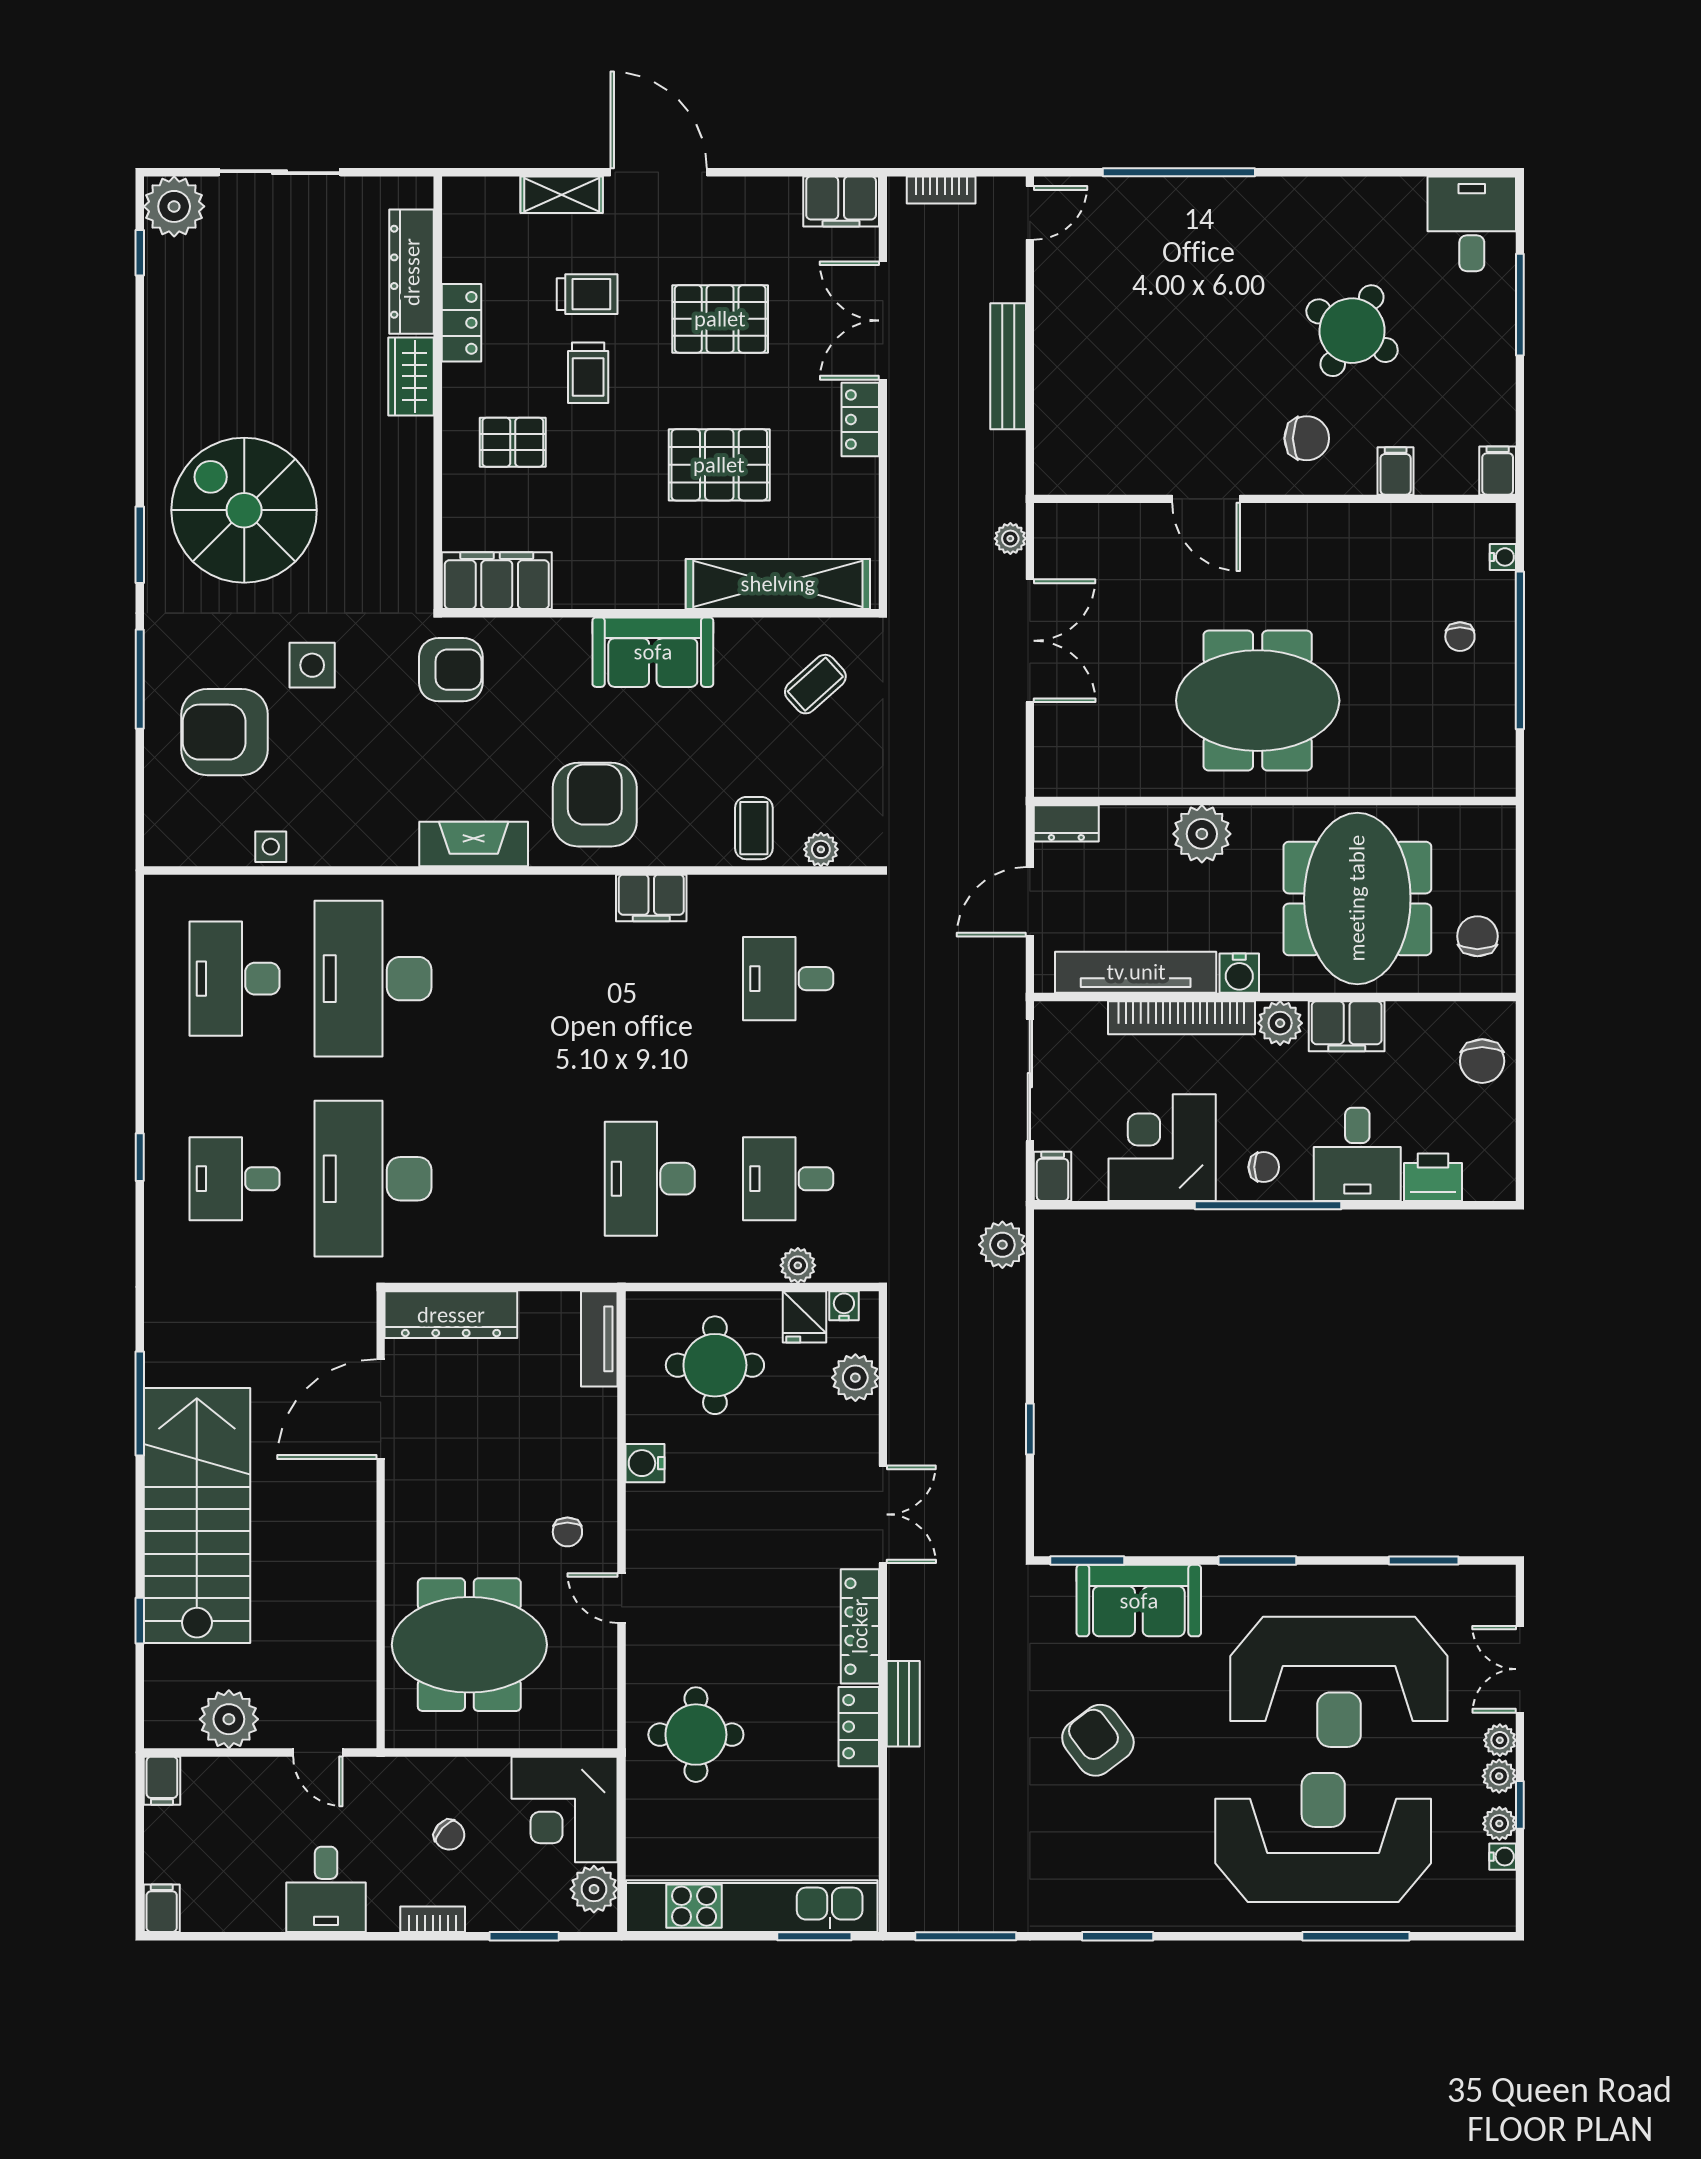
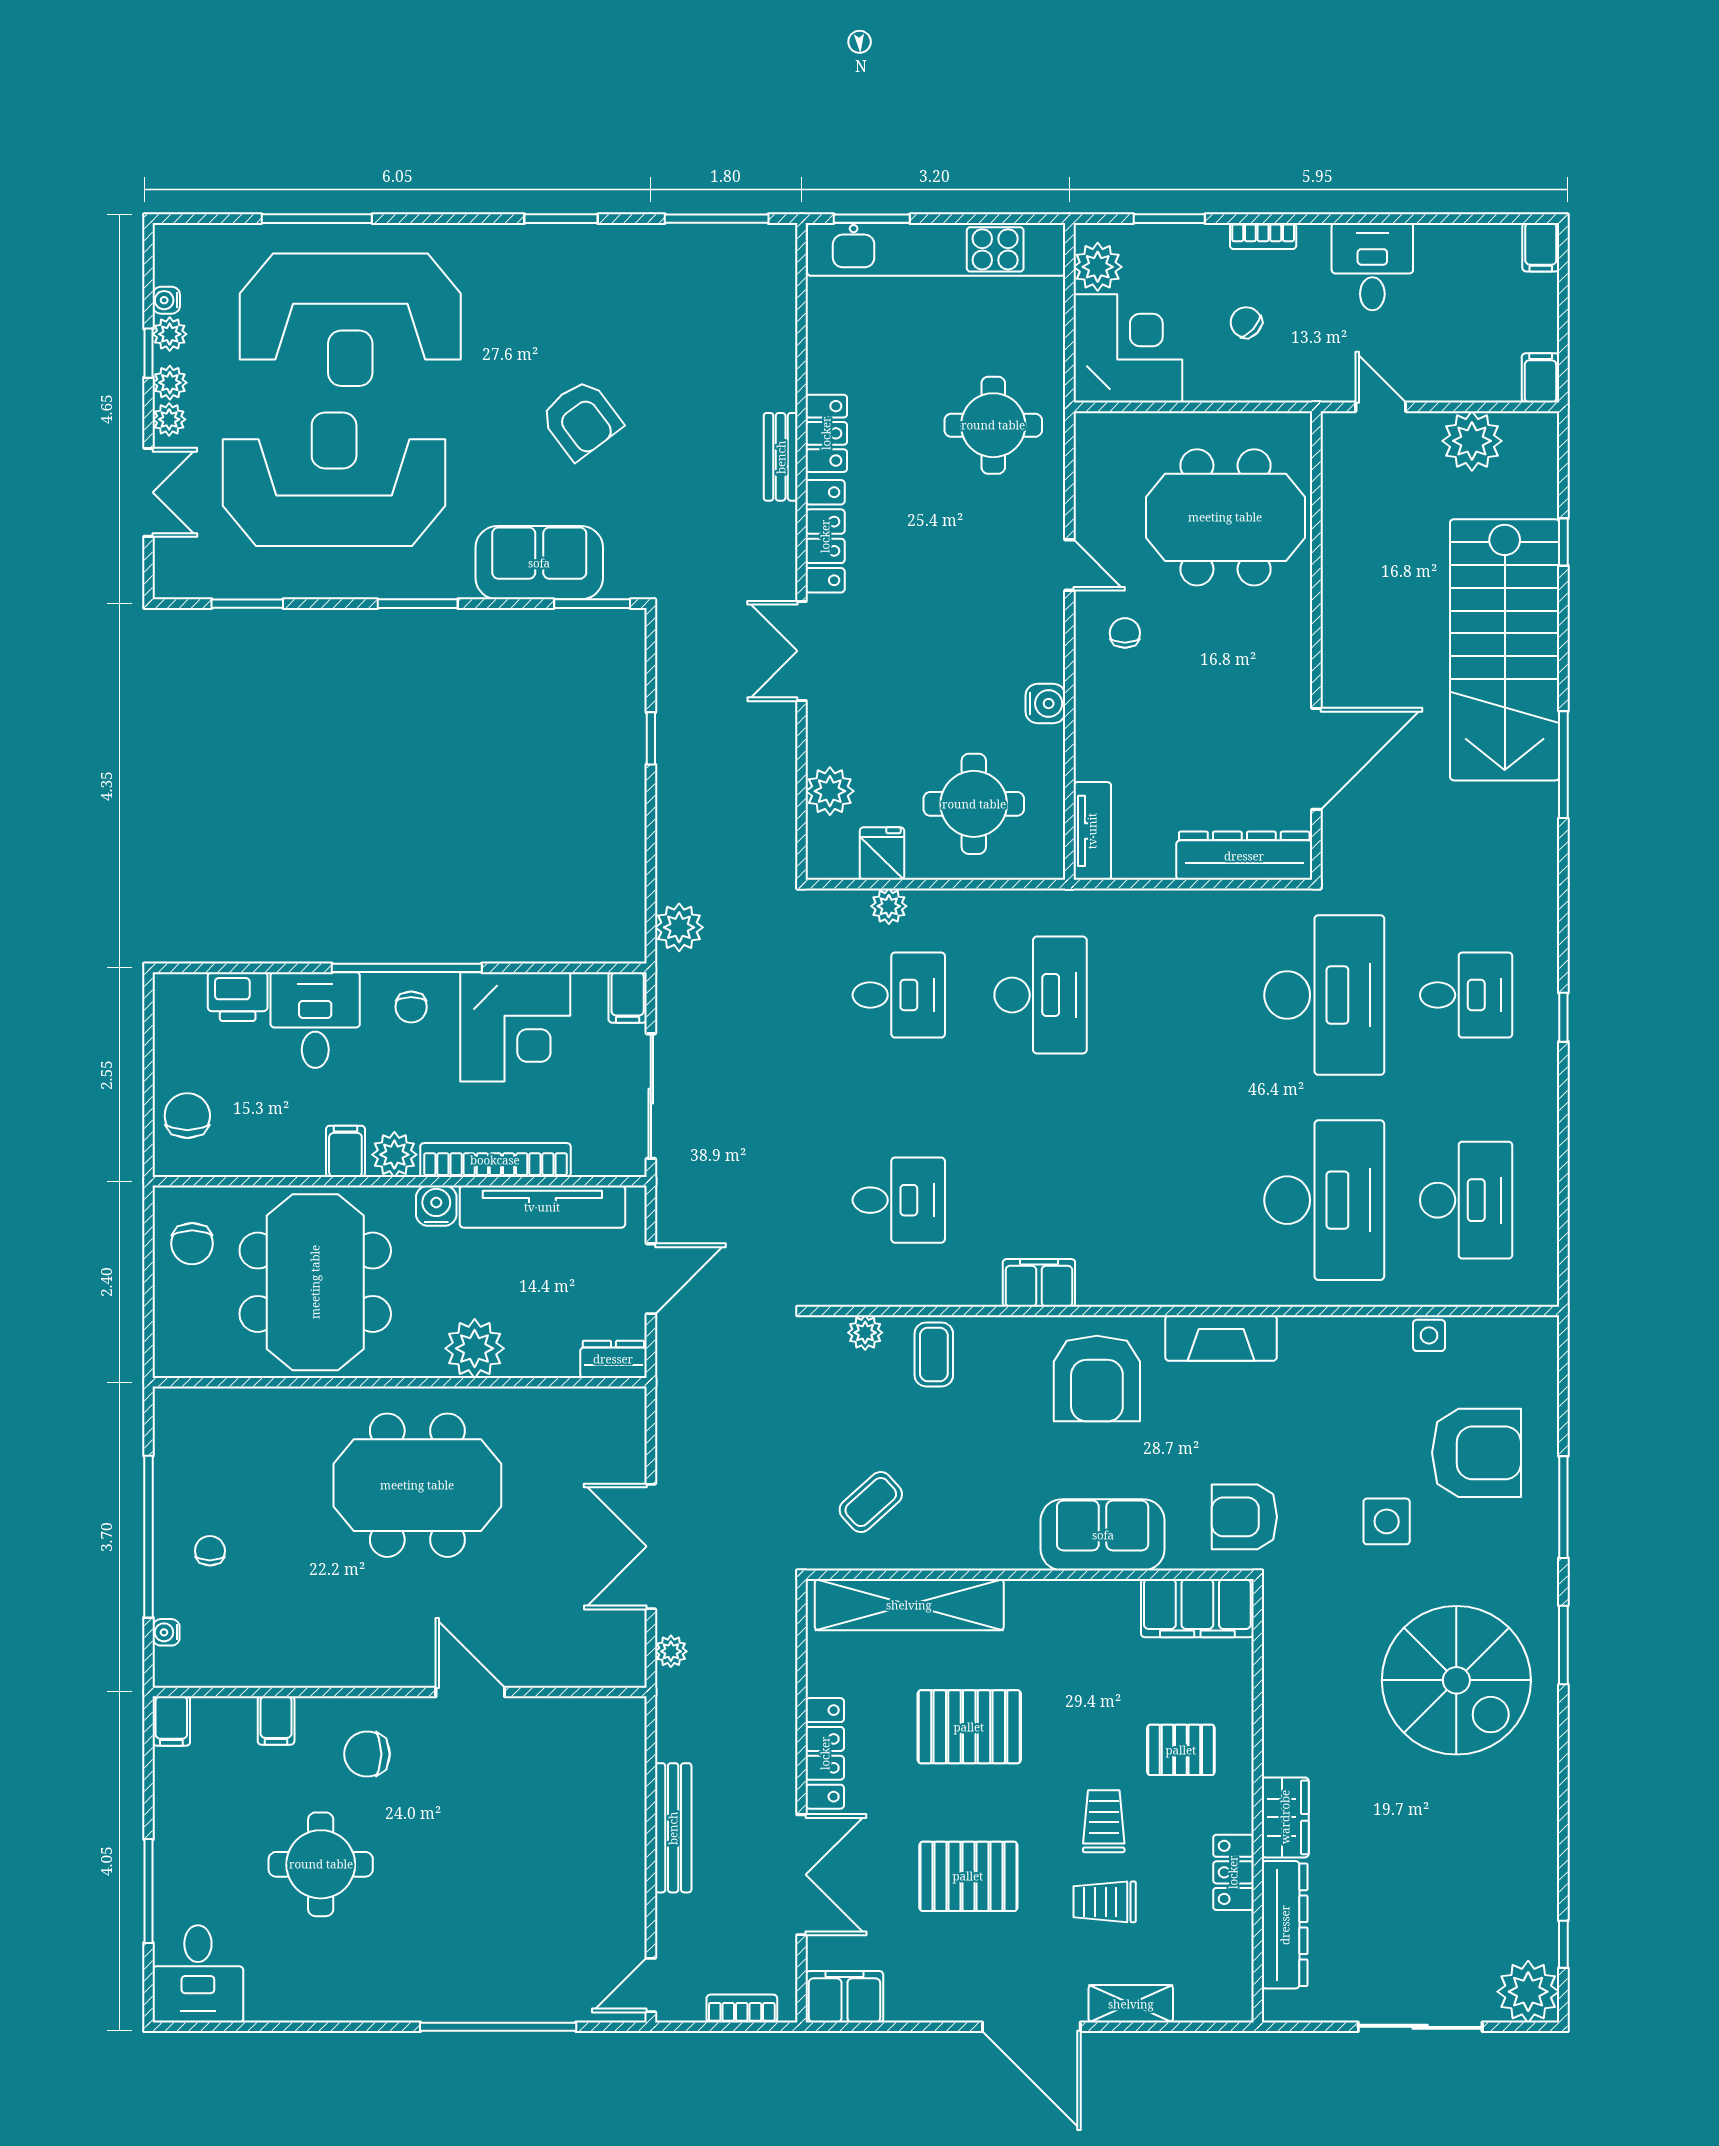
round table: (1352, 331) -> (321, 1864), turned -30
locker: (860, 420) -> (825, 1753), width x1.53
sofa: (653, 652) -> (1103, 1535), moved
filing cabinet: (1347, 1026) -> (345, 1151), width x0.50
chair: (1264, 1167) -> (411, 1007), turned -90
water cooler: (844, 1306) -> (841, 865), removed

